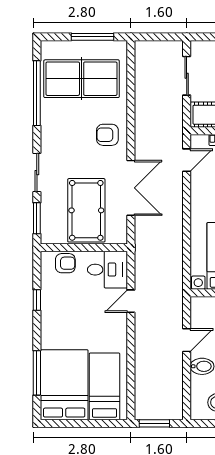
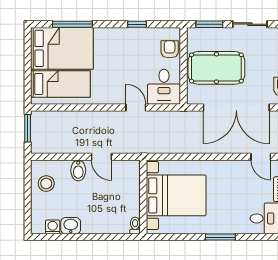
double door: (131, 188) -> (236, 107), width x1.36
armchair: (65, 263) -> (170, 49), turned 180

